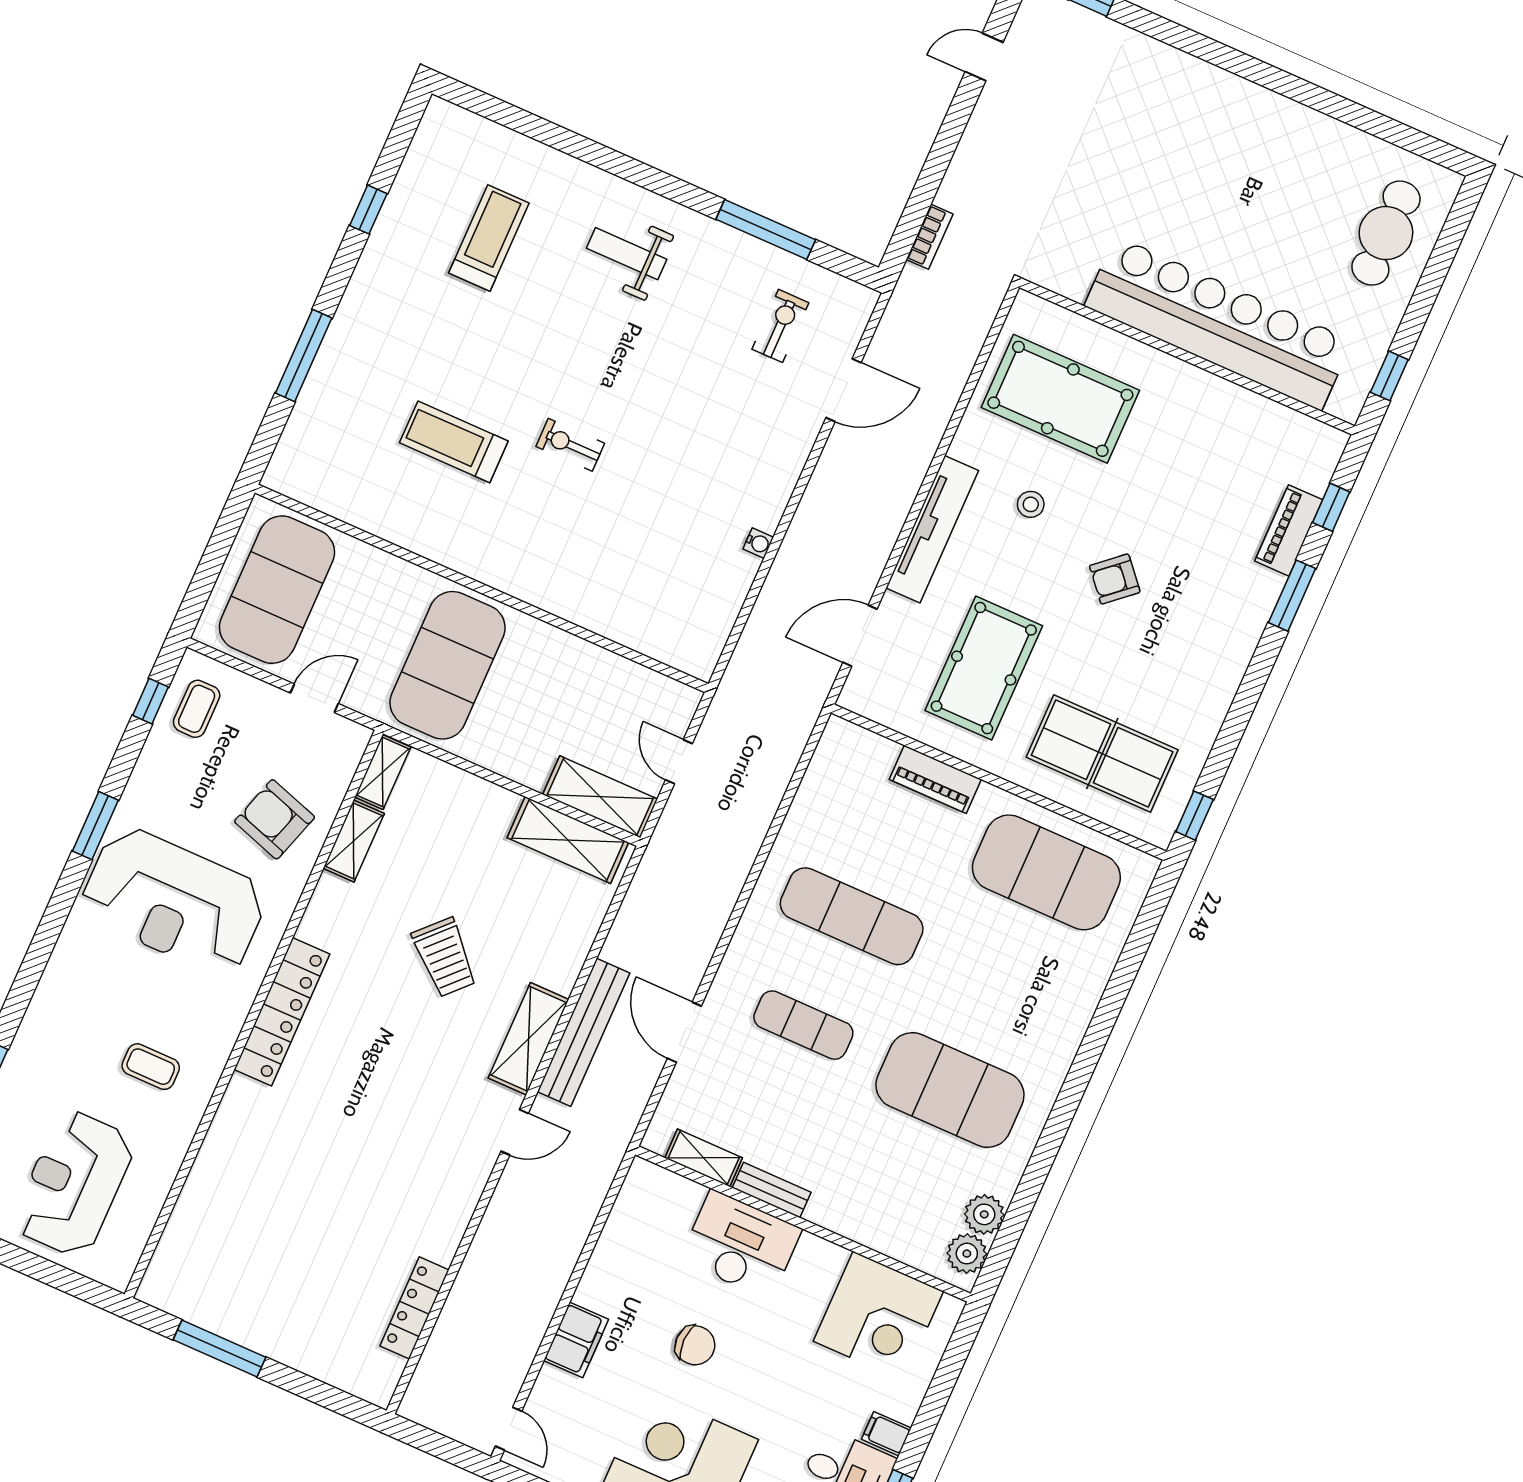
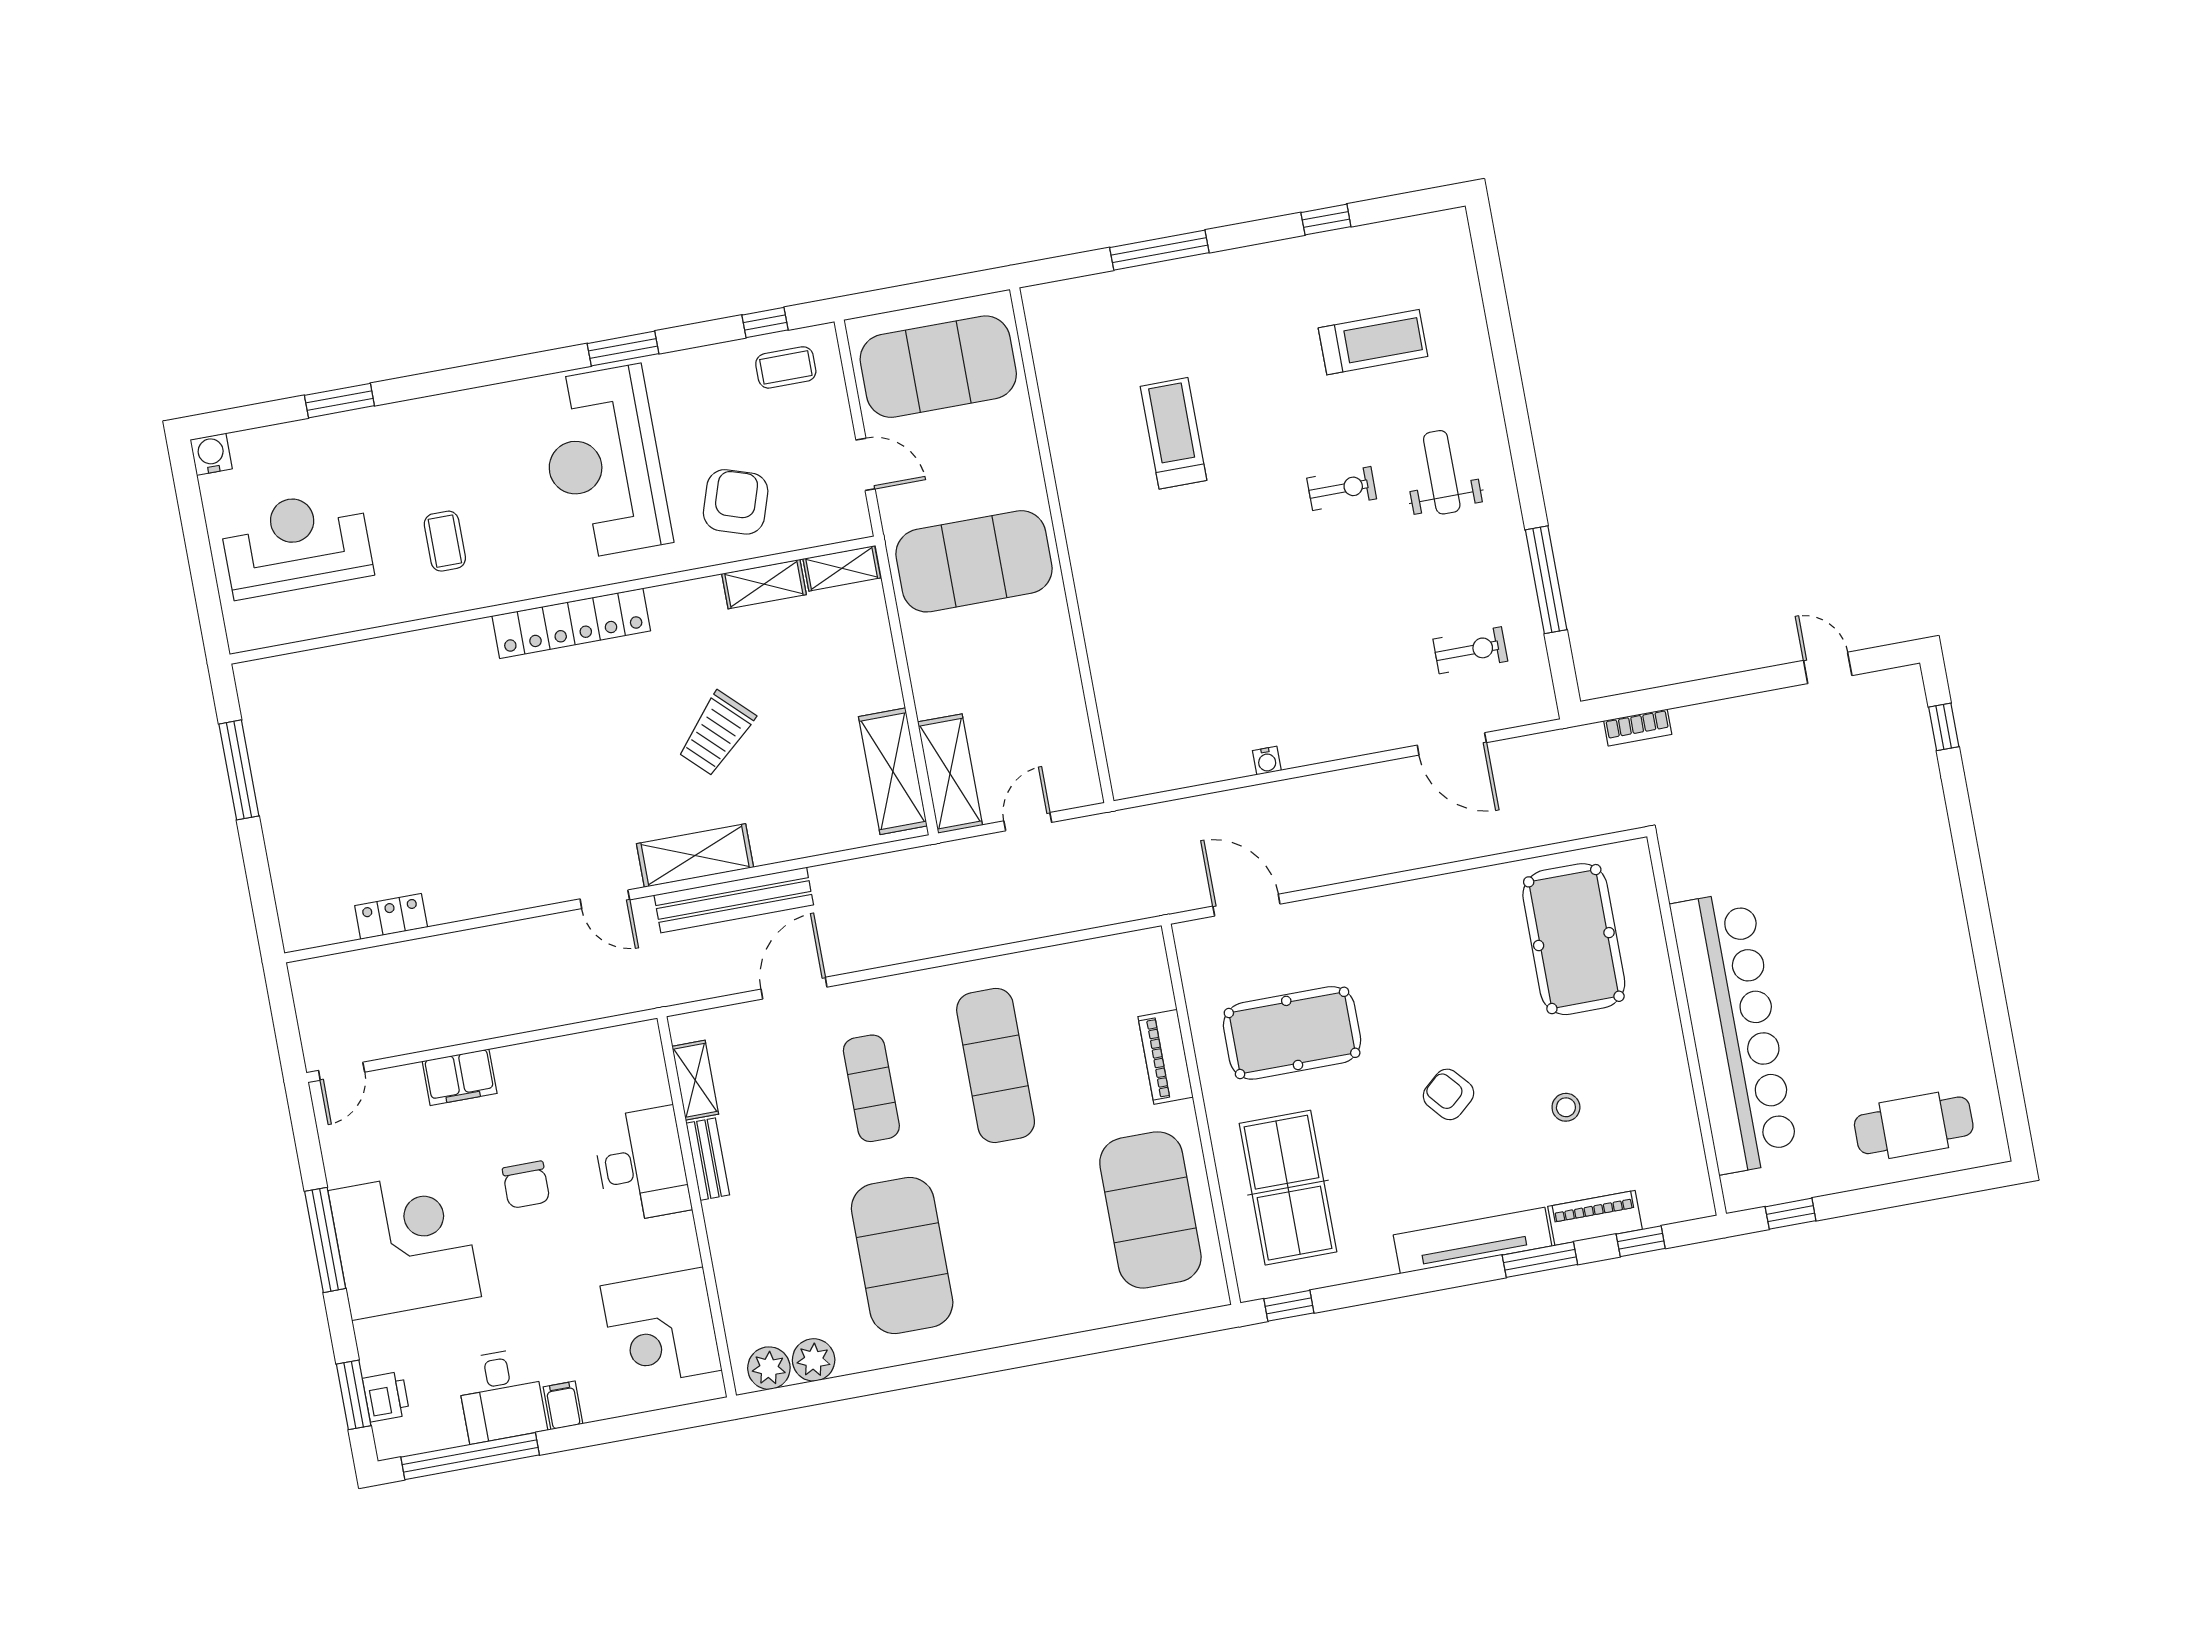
exercise bike: (570, 445) -> (1342, 488), moved, turned 90
stool: (1031, 504) -> (1566, 1107), moved
tv unit: (932, 529) -> (1473, 1240), moved, turned 180
locker: (414, 1308) -> (391, 916), width x0.66

